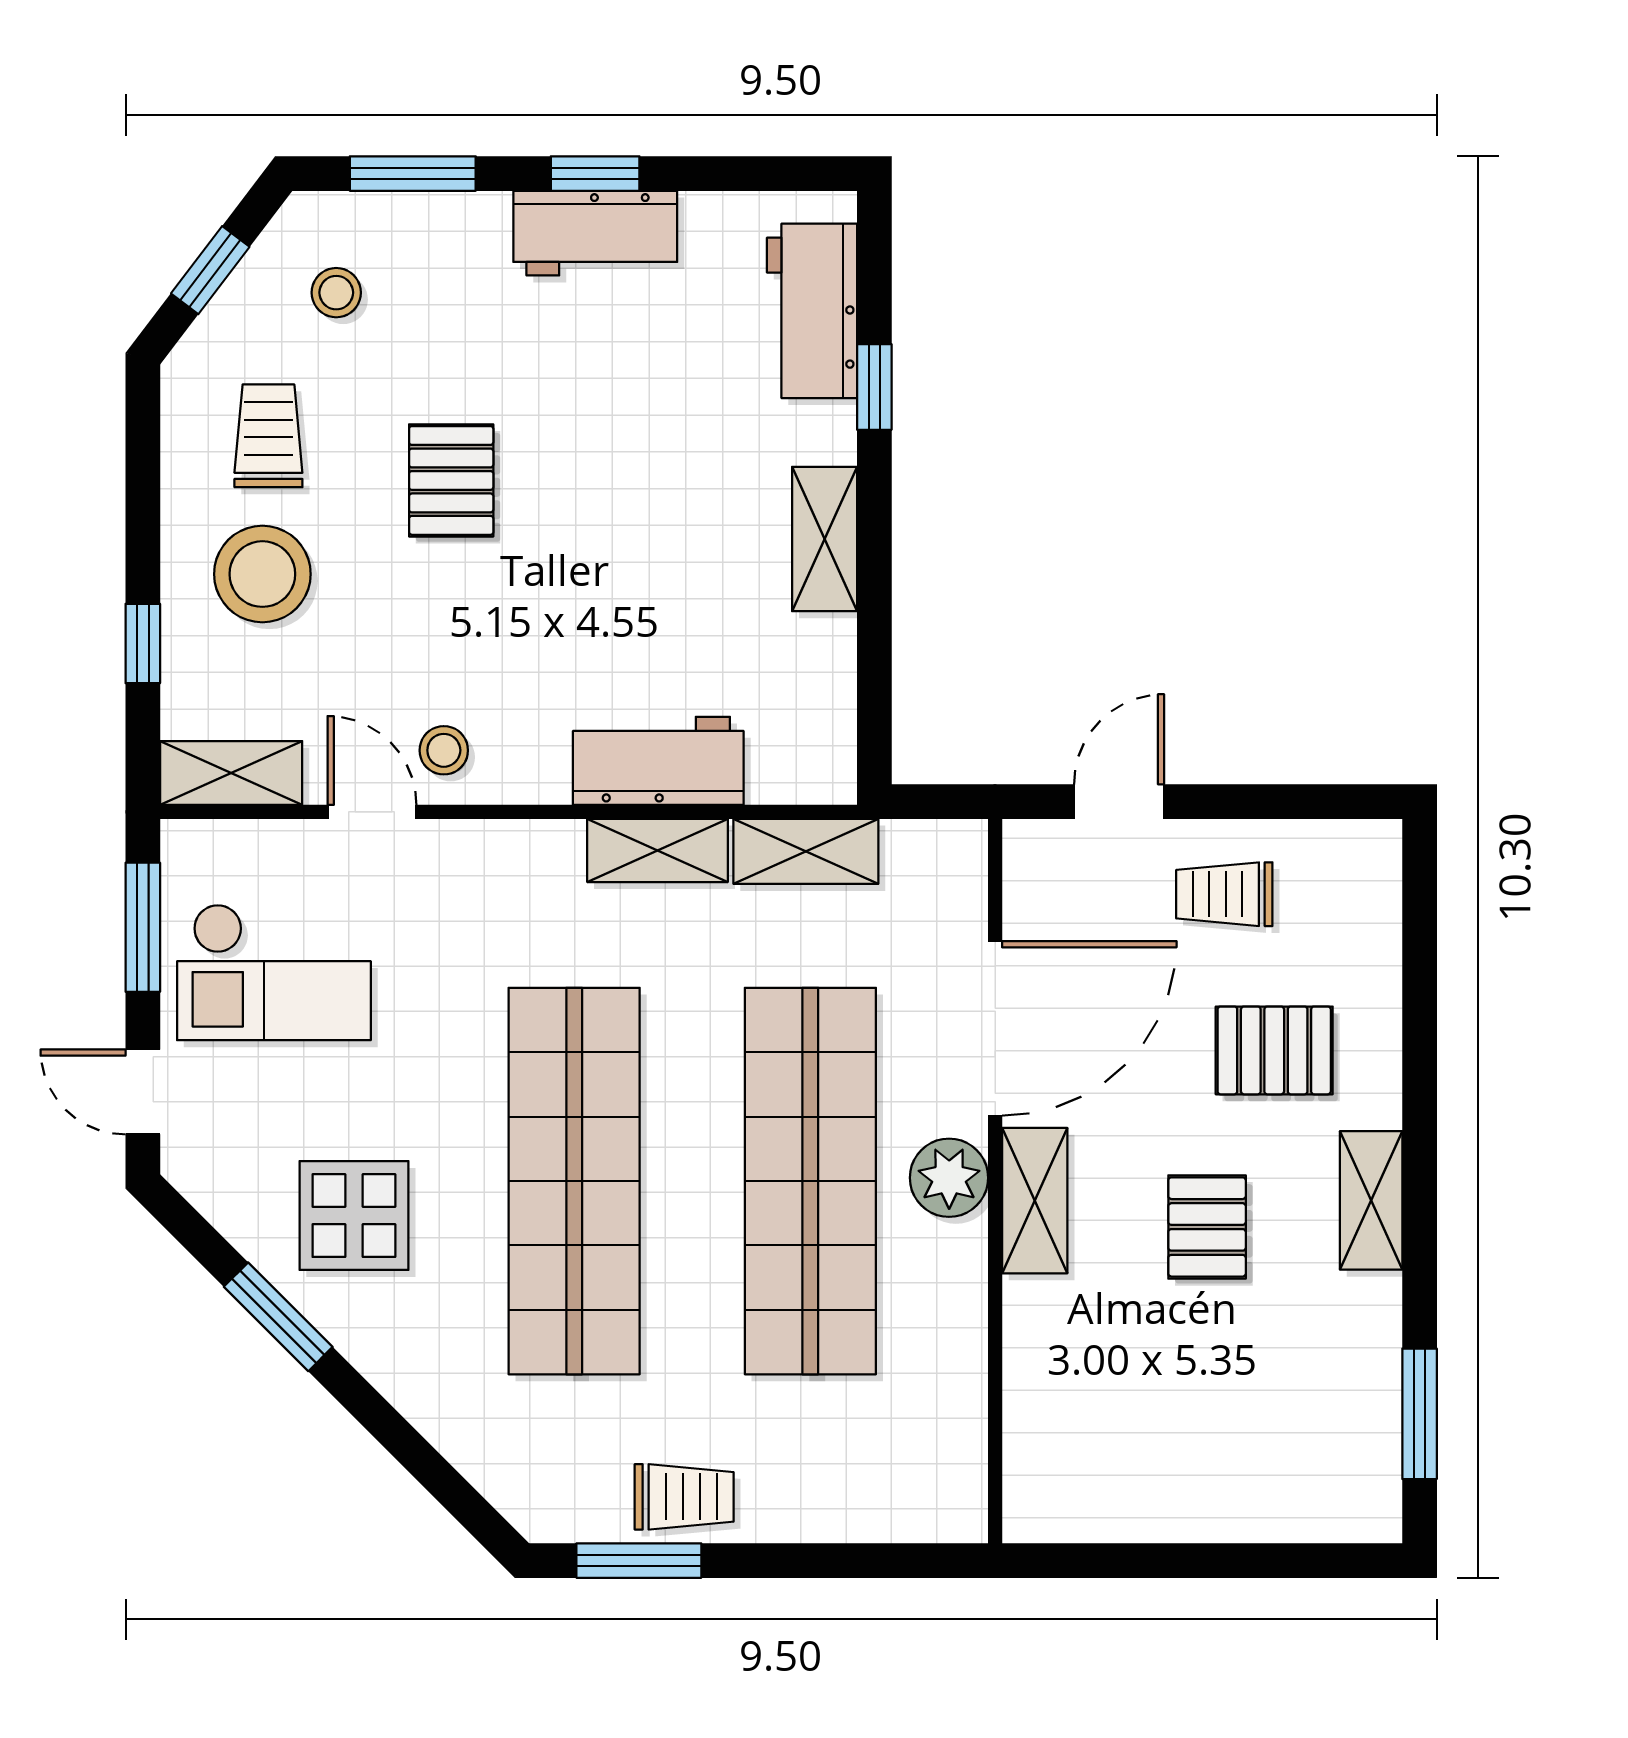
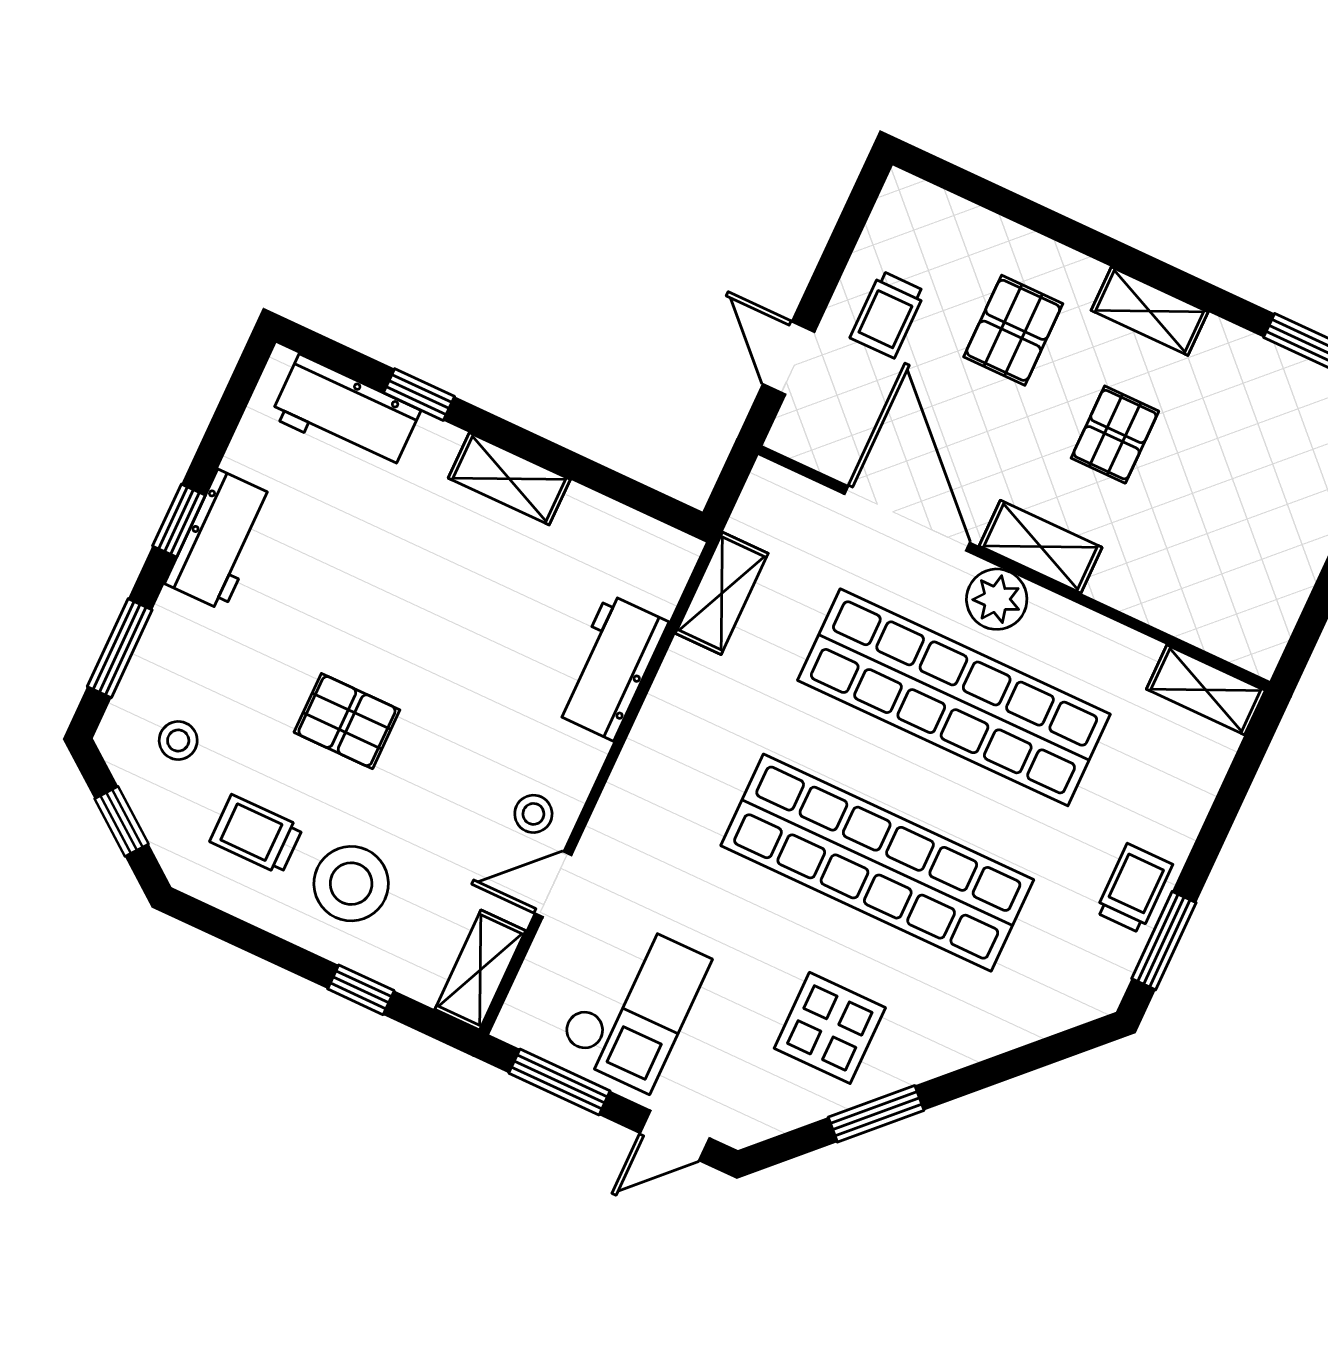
shelving: (658, 850) -> (1206, 690), moved, turned 90
pallet: (1207, 1227) -> (1115, 435), turned 90

